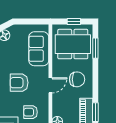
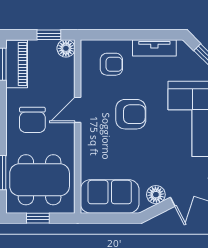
sofa: (39, 49) -> (110, 196), moved, turned -90
chair: (77, 79) -> (32, 120), turned -90

